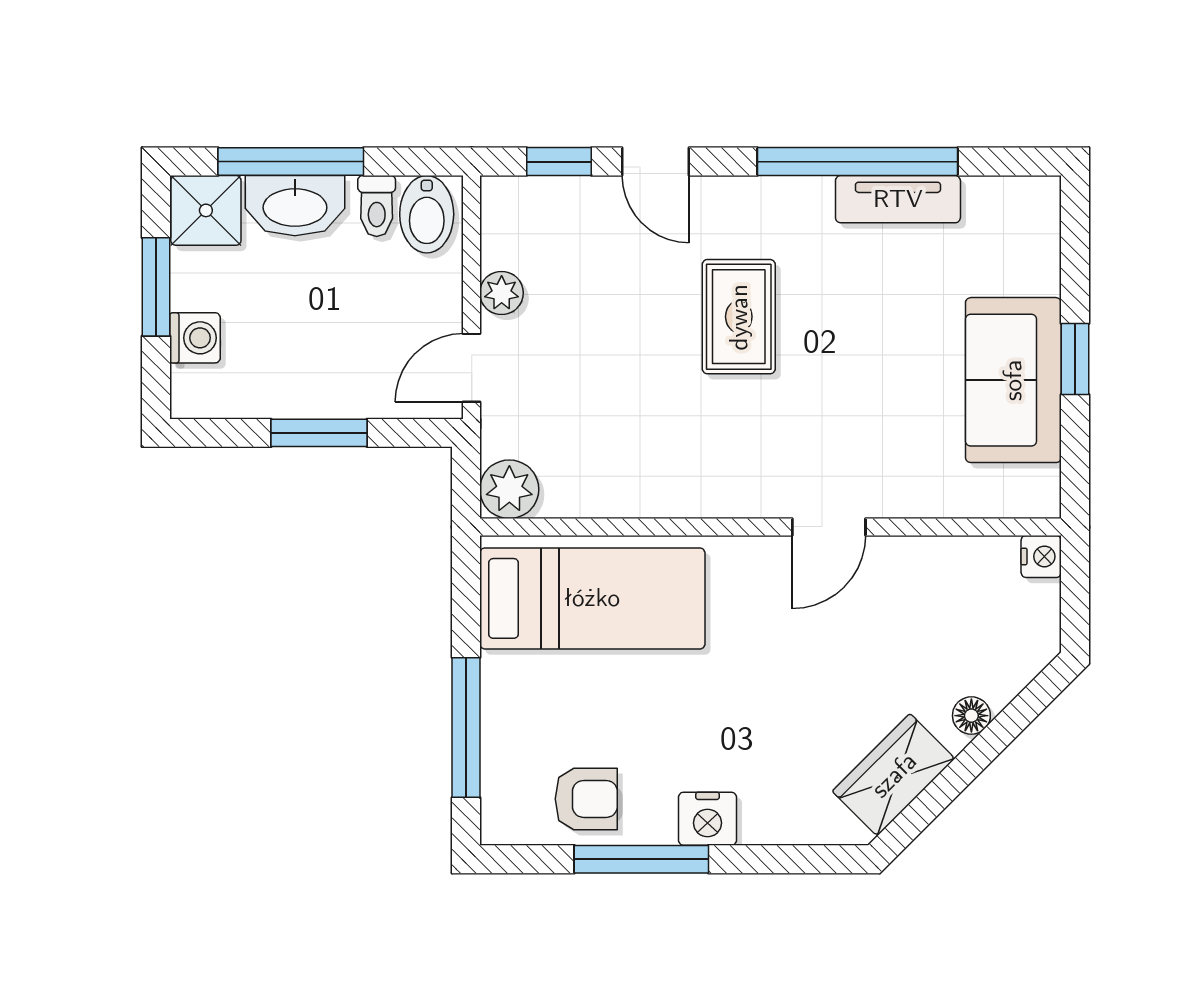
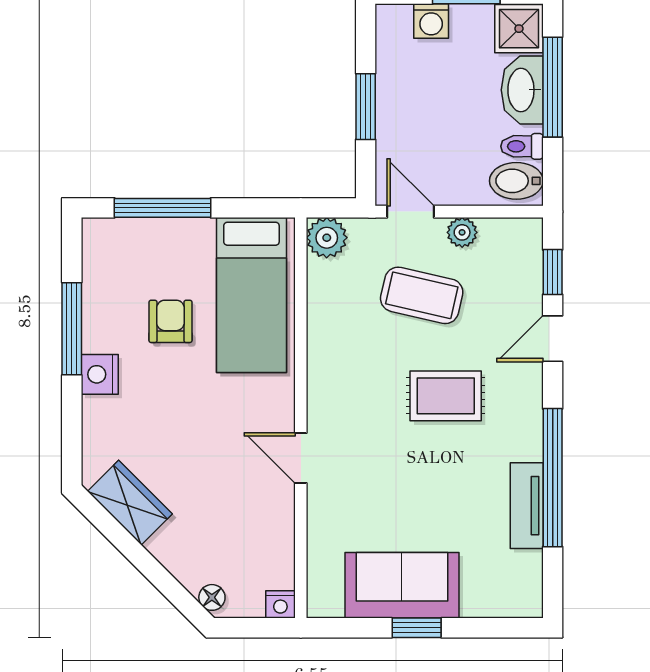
coffee table: (593, 352) -> (422, 295), added
floor lamp: (971, 716) -> (212, 597), moved
armchair: (586, 799) -> (170, 321), moved, turned 180

